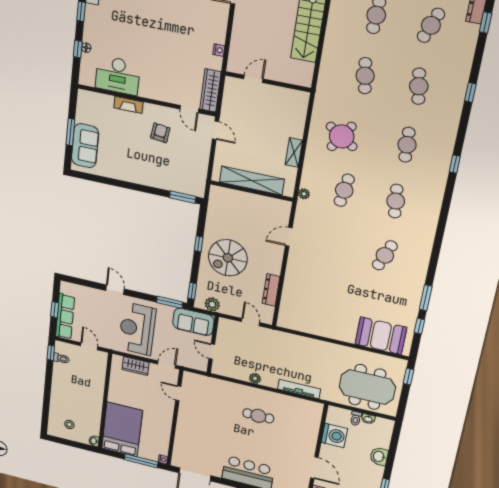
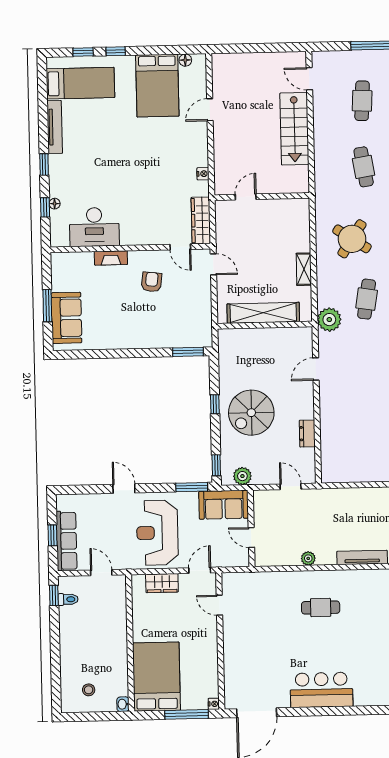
plant: (304, 194) -> (329, 320), width x1.88, depth x1.88
dresser: (271, 290) -> (307, 434), width x0.70

